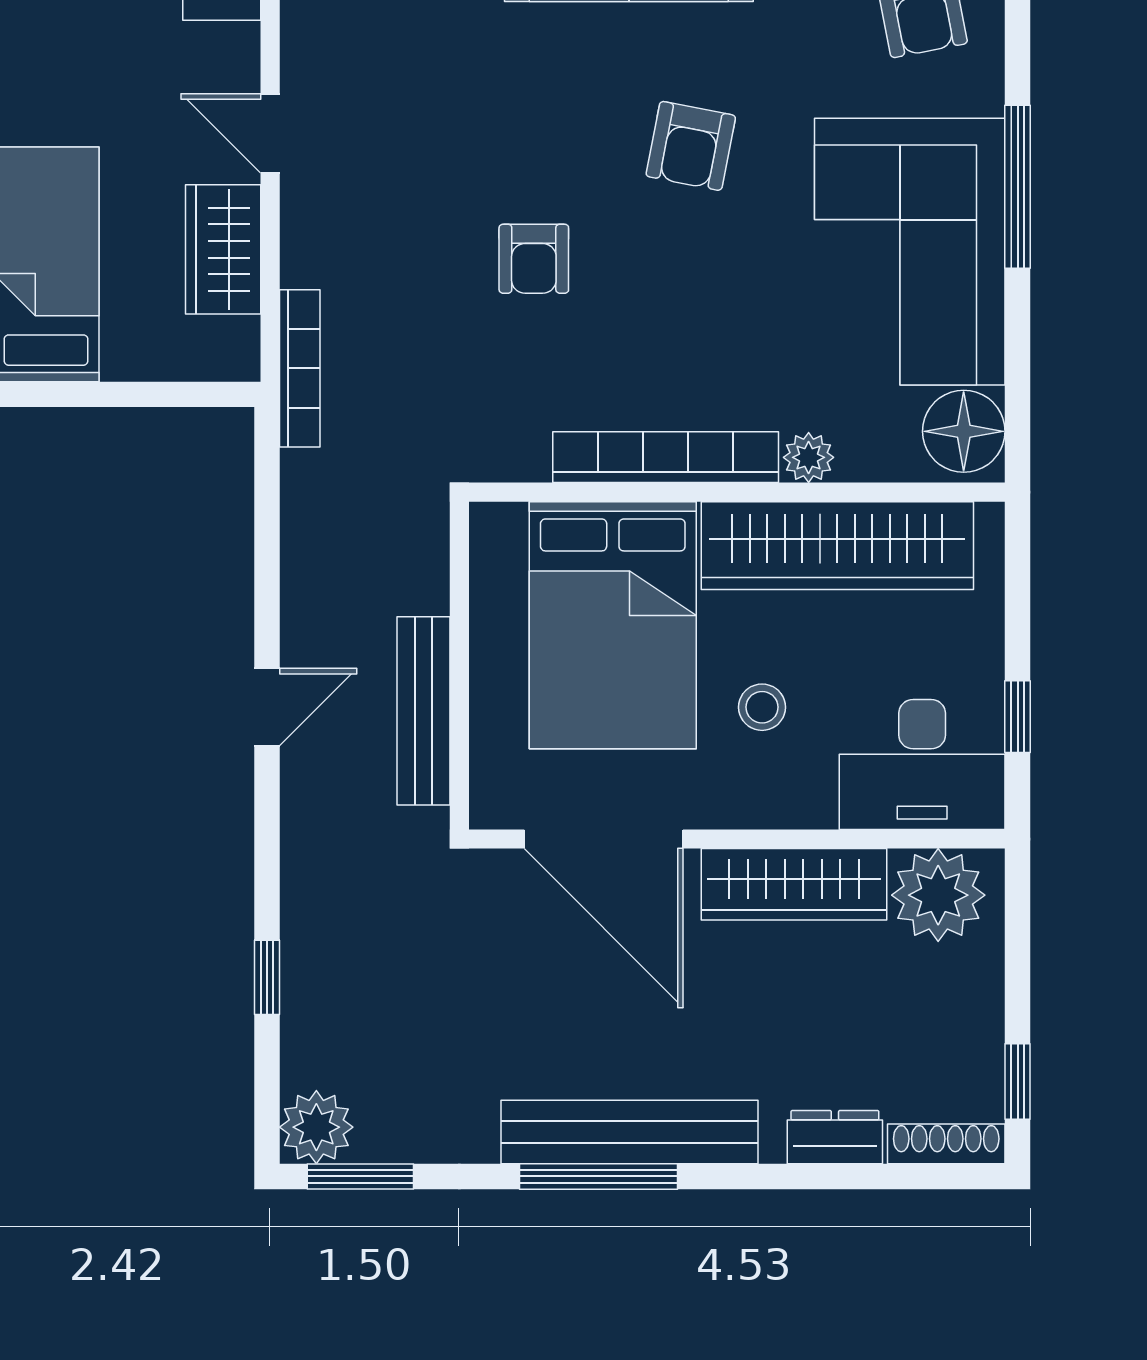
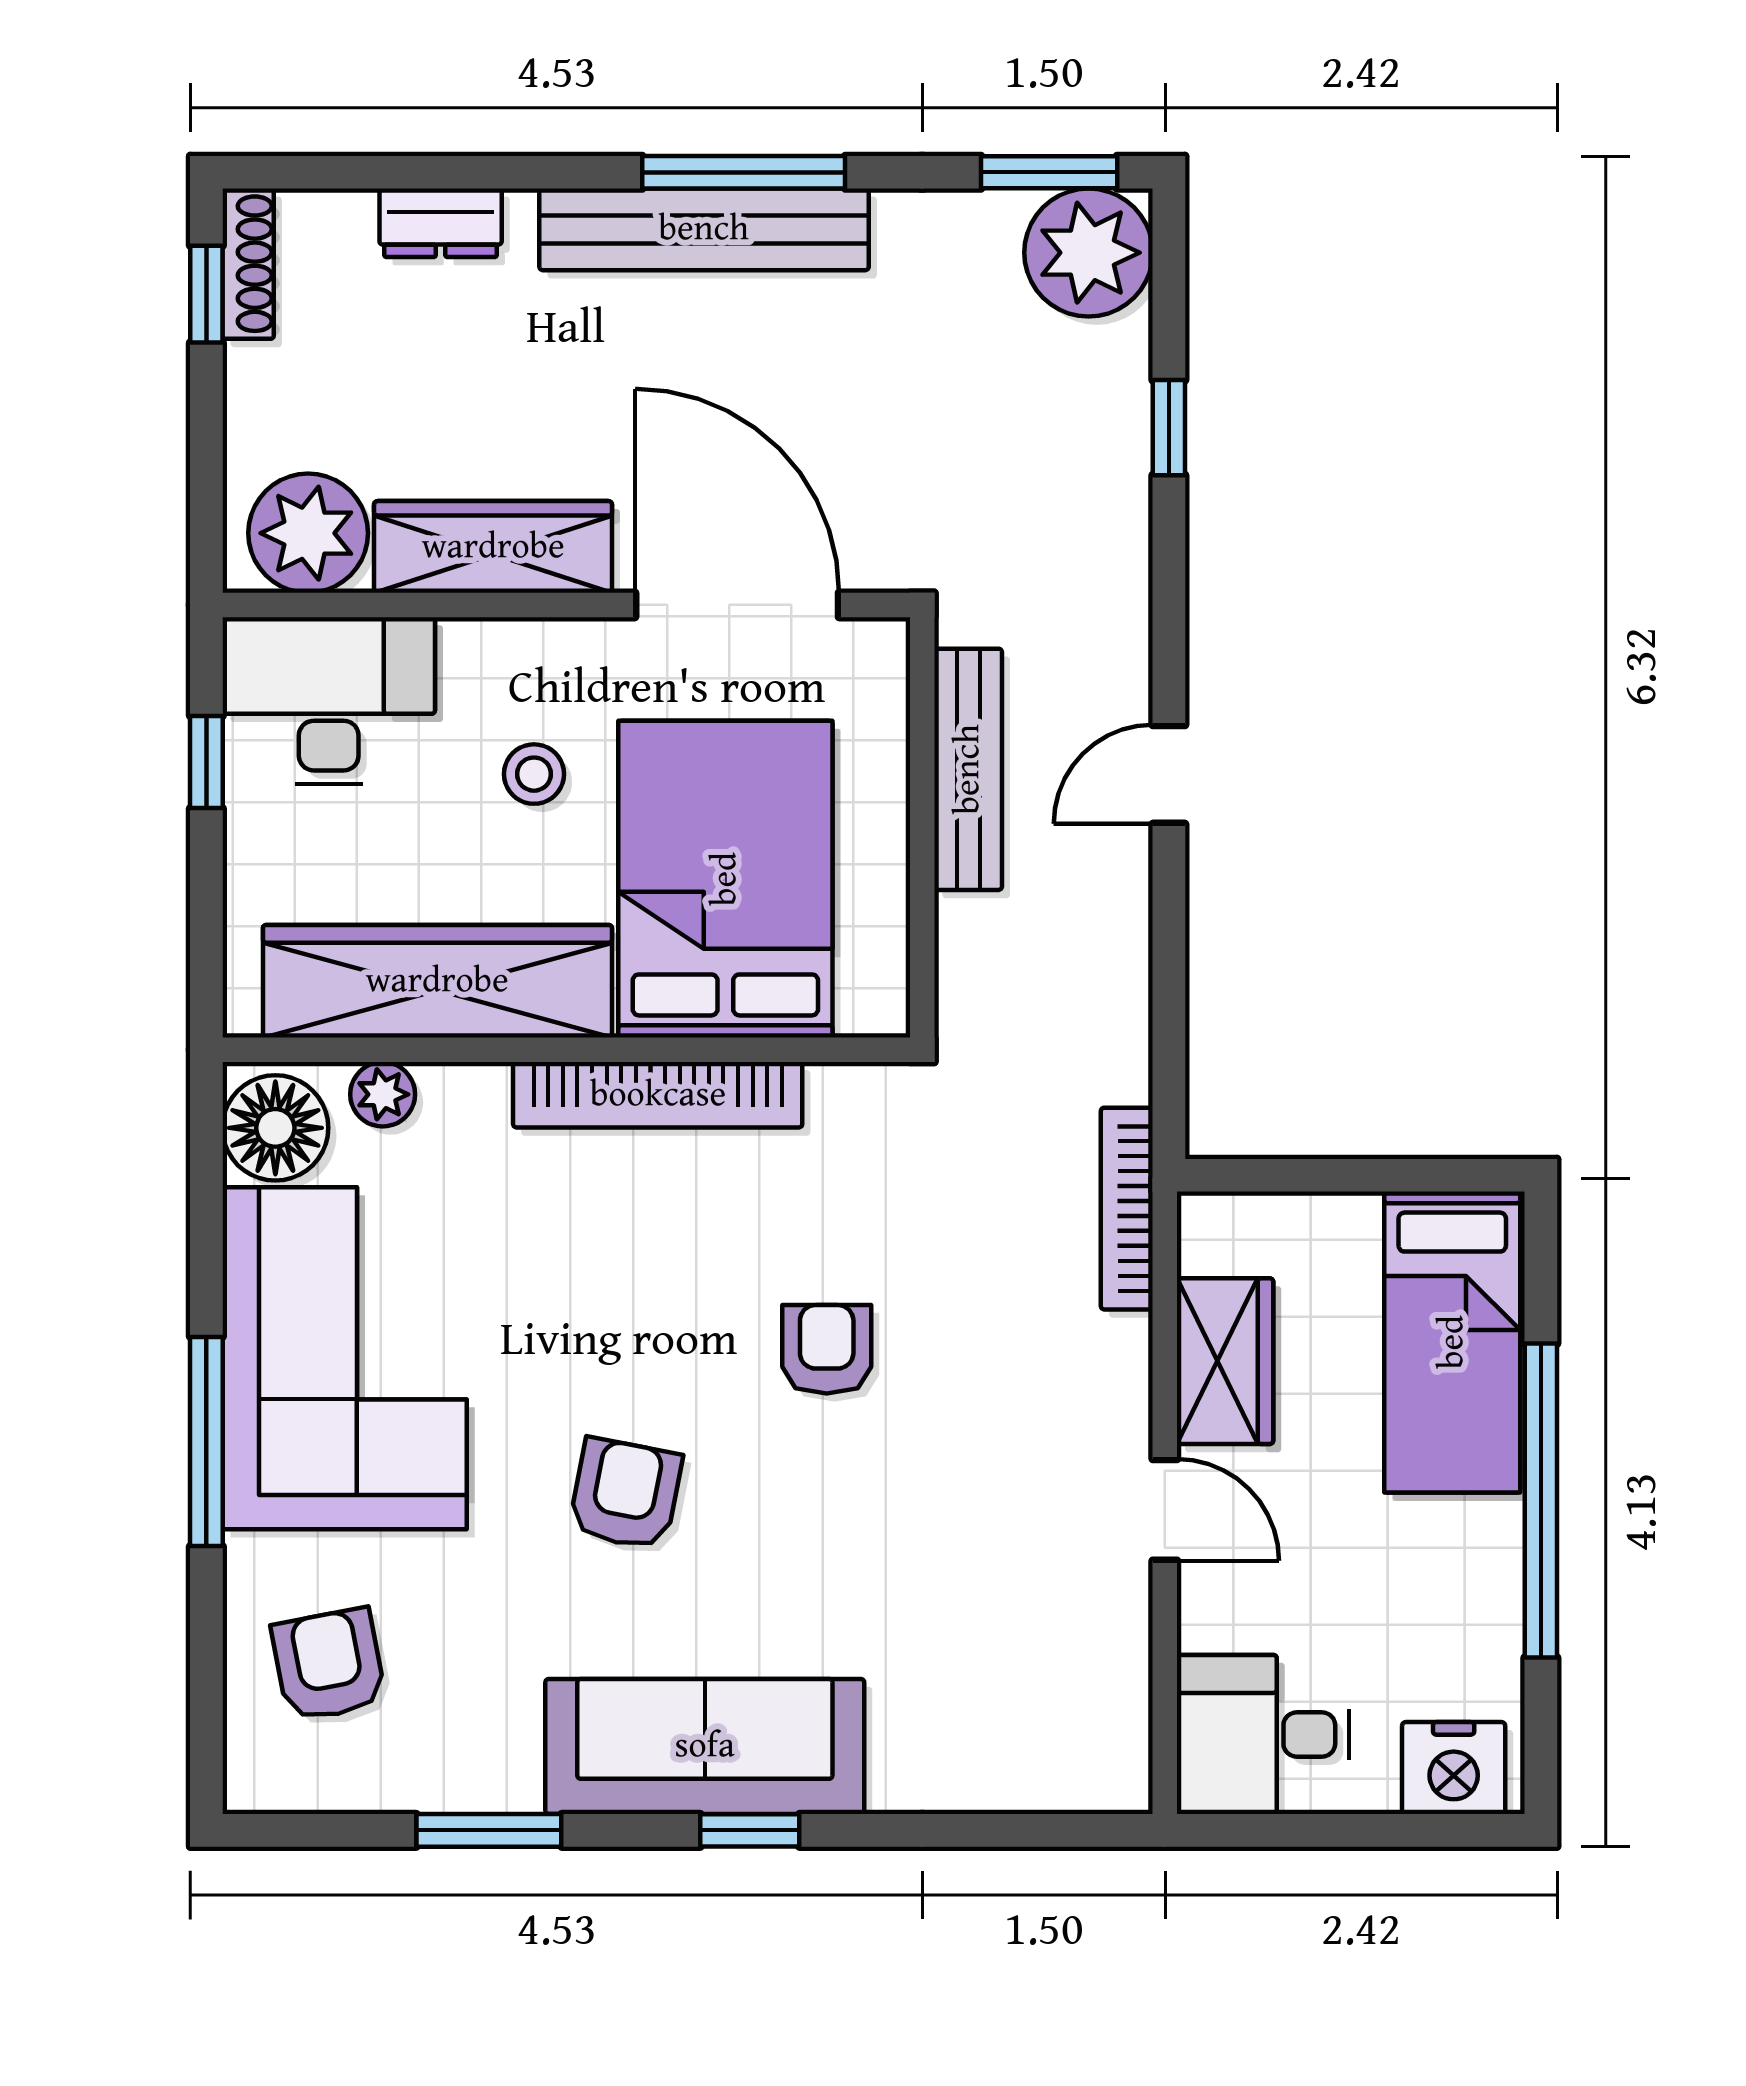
plant: (809, 457) -> (383, 1094), moved
plant: (316, 1127) -> (1089, 253), width x1.36, depth x1.36
shoe rack: (946, 1144) -> (248, 264), moved, turned -90

